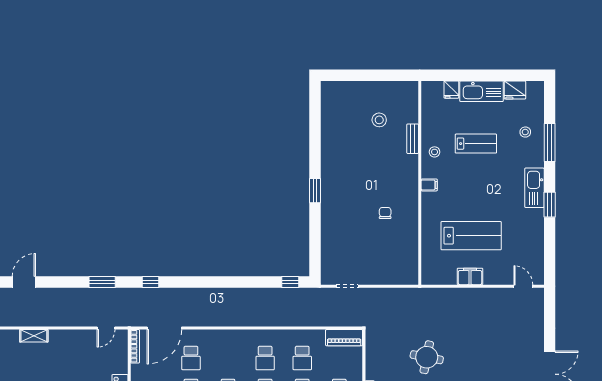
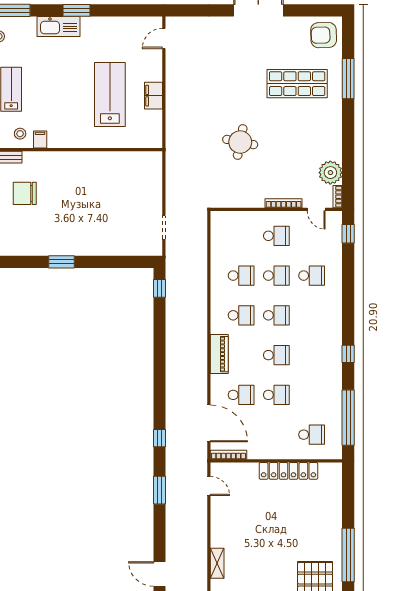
filing cabinet: (429, 185) -> (40, 139), moved
chair: (385, 213) -> (25, 193), moved, width x1.87, depth x1.87
piano: (344, 338) -> (219, 354), moved

